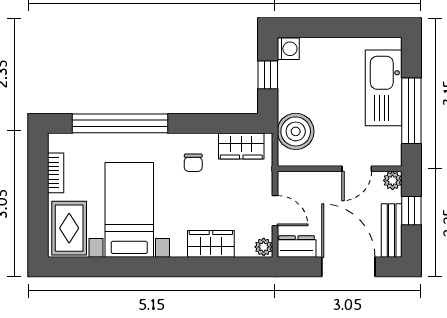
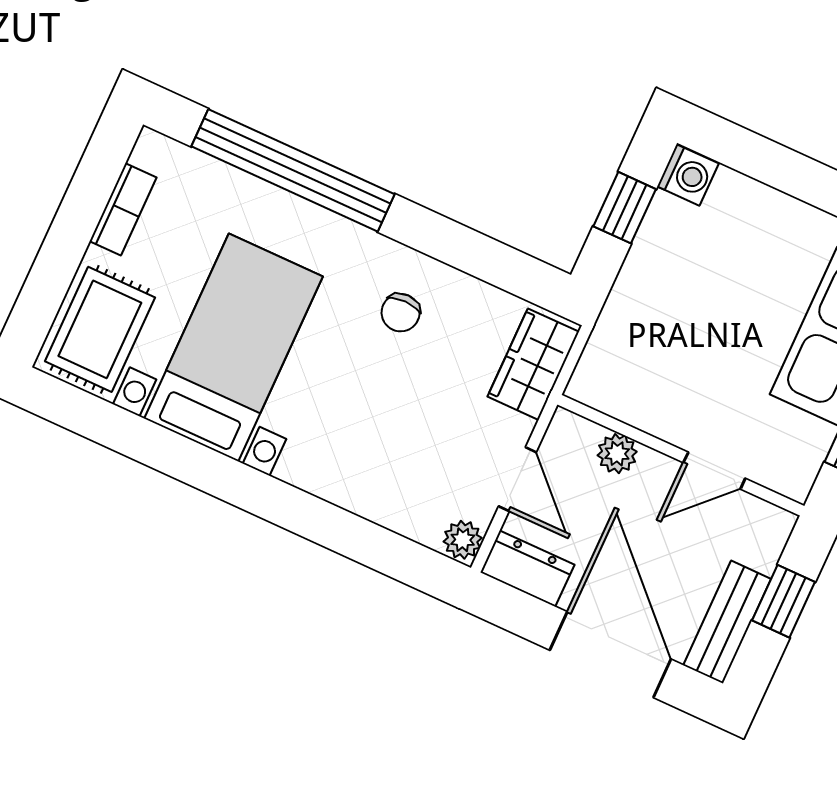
boiler: (296, 131) -> (629, 343), removed
wardrobe: (241, 146) -> (533, 364), moved, turned 90
plant: (393, 180) -> (617, 454), moved
wardrobe: (211, 244) -> (363, 487), removed

